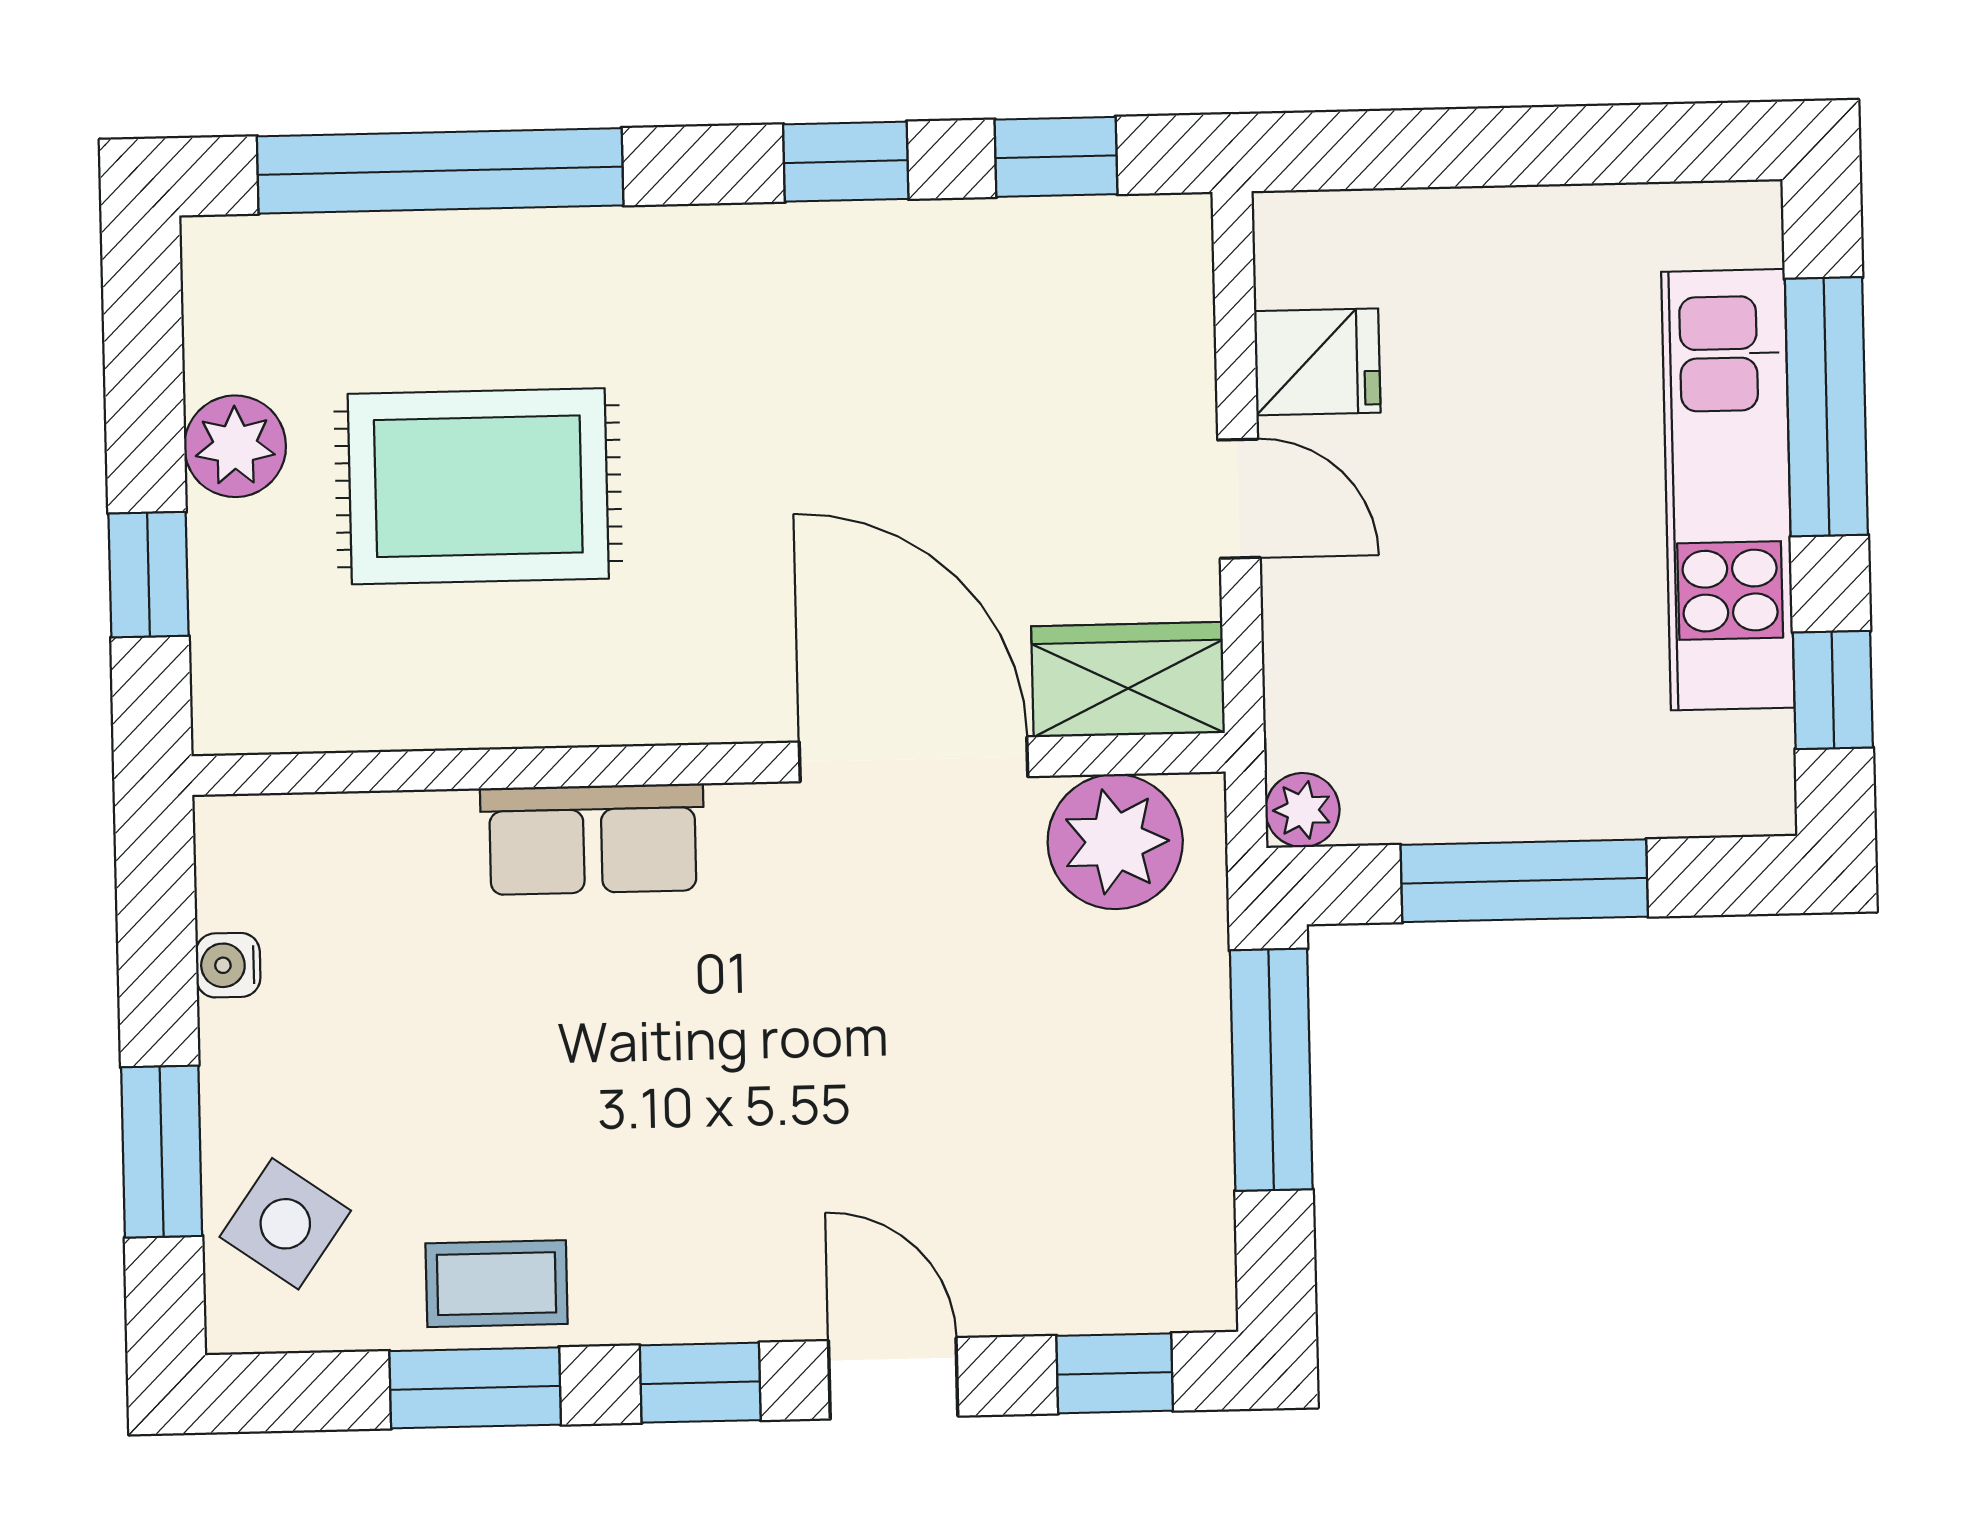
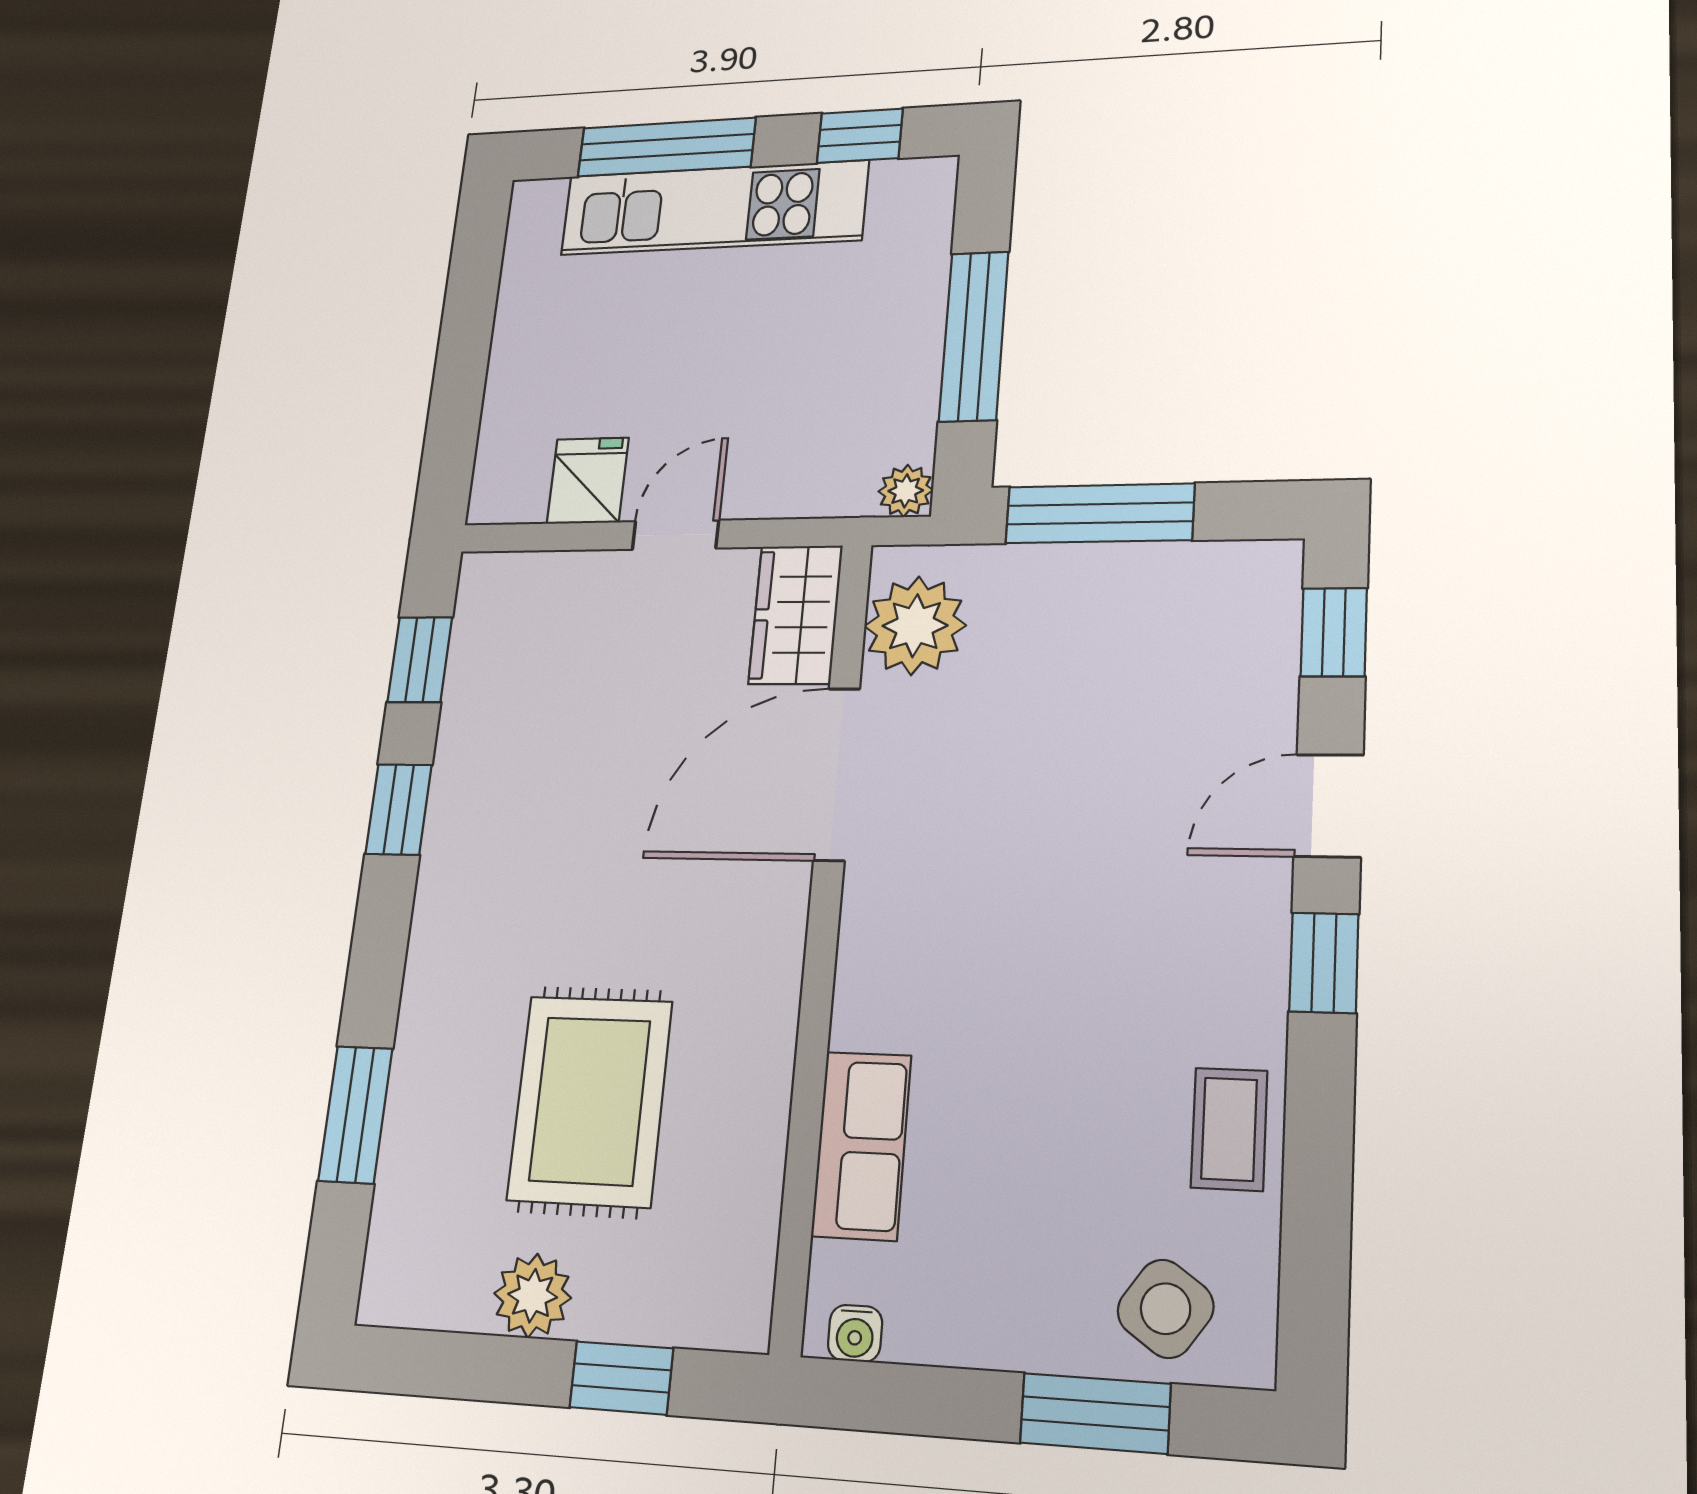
window: (440, 171) -> (355, 1114), width x0.47
row of seats: (593, 839) -> (861, 1145), moved
water cooler: (228, 965) -> (855, 1333), moved
window: (475, 1388) -> (1318, 1154), removed

